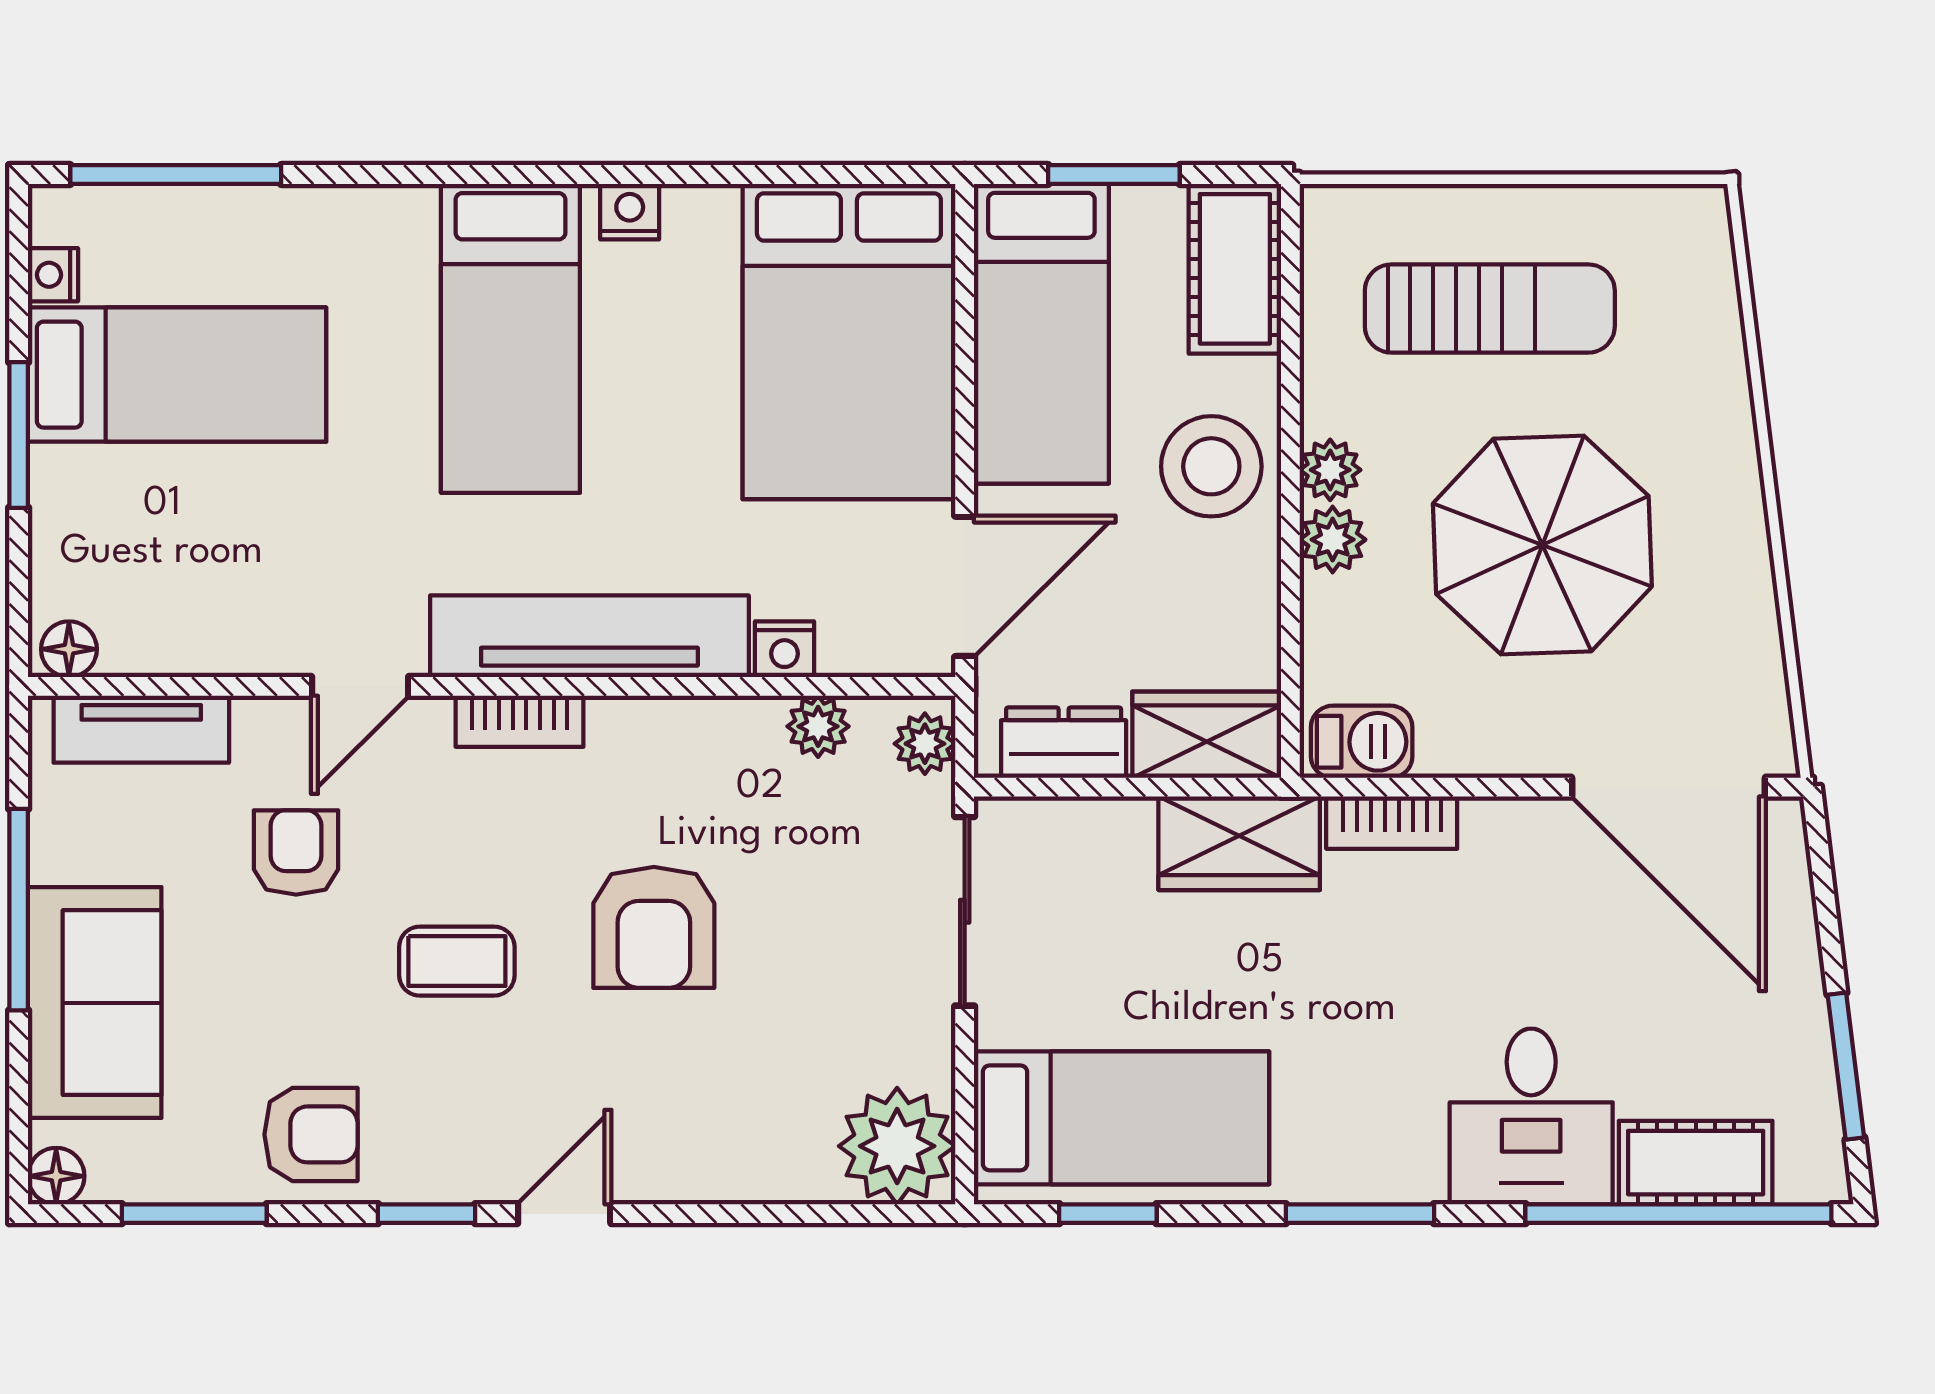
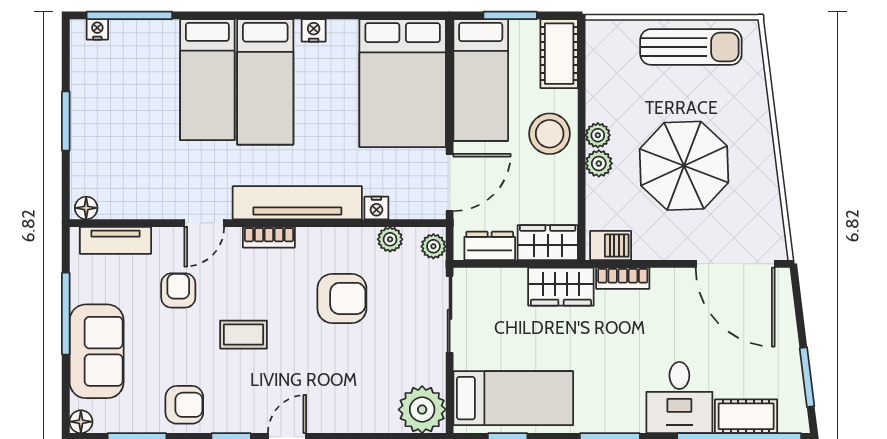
nightstand: (53, 275) -> (97, 29), moved, turned 90
sun lounger: (1490, 309) -> (691, 47), moved
bed: (177, 375) -> (207, 80), moved, turned 90
armchair: (654, 927) -> (342, 298), moved, turned -90

